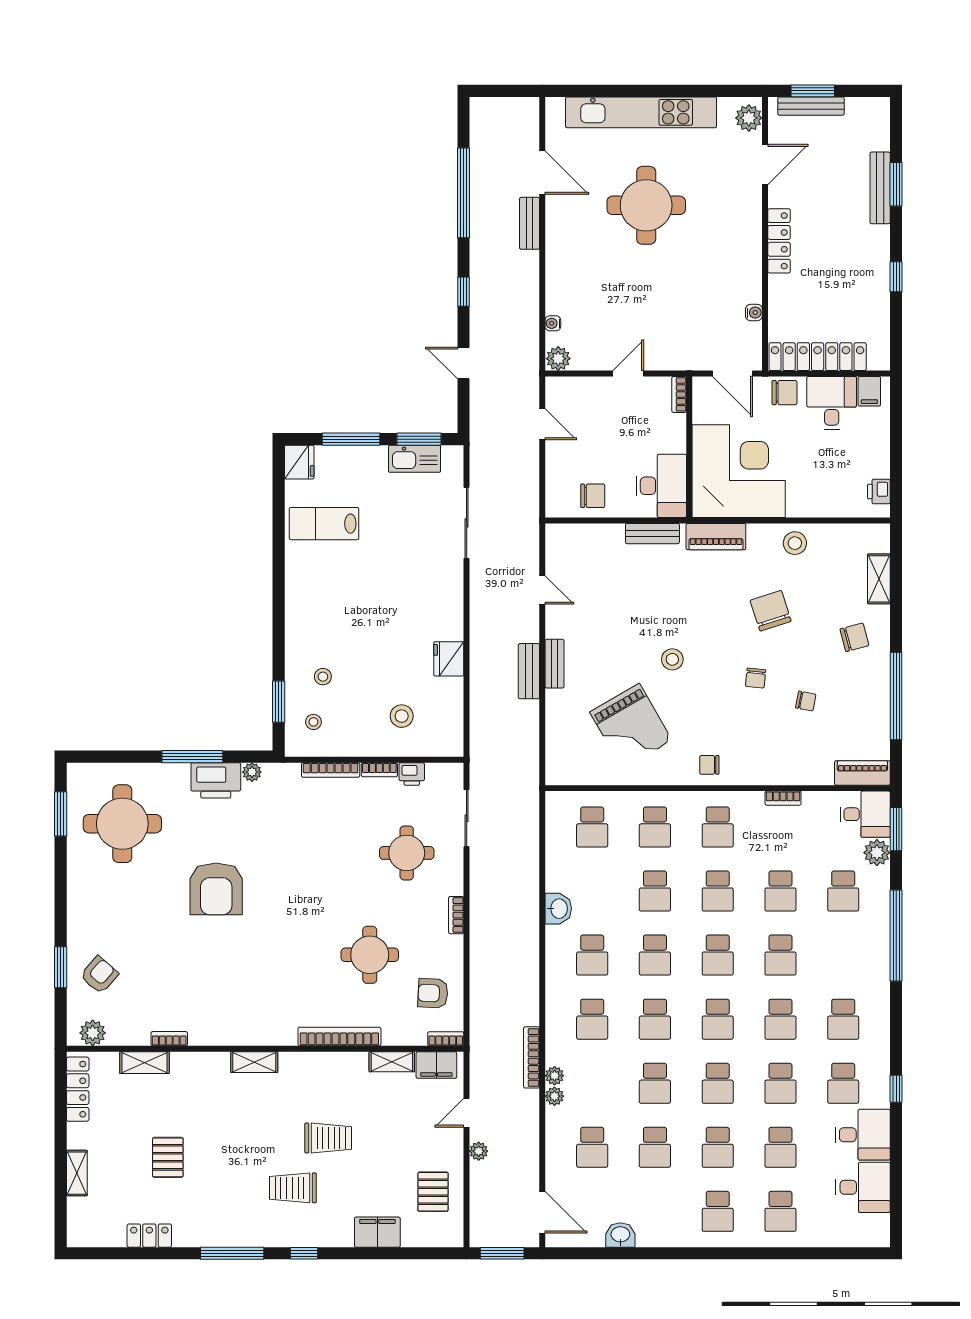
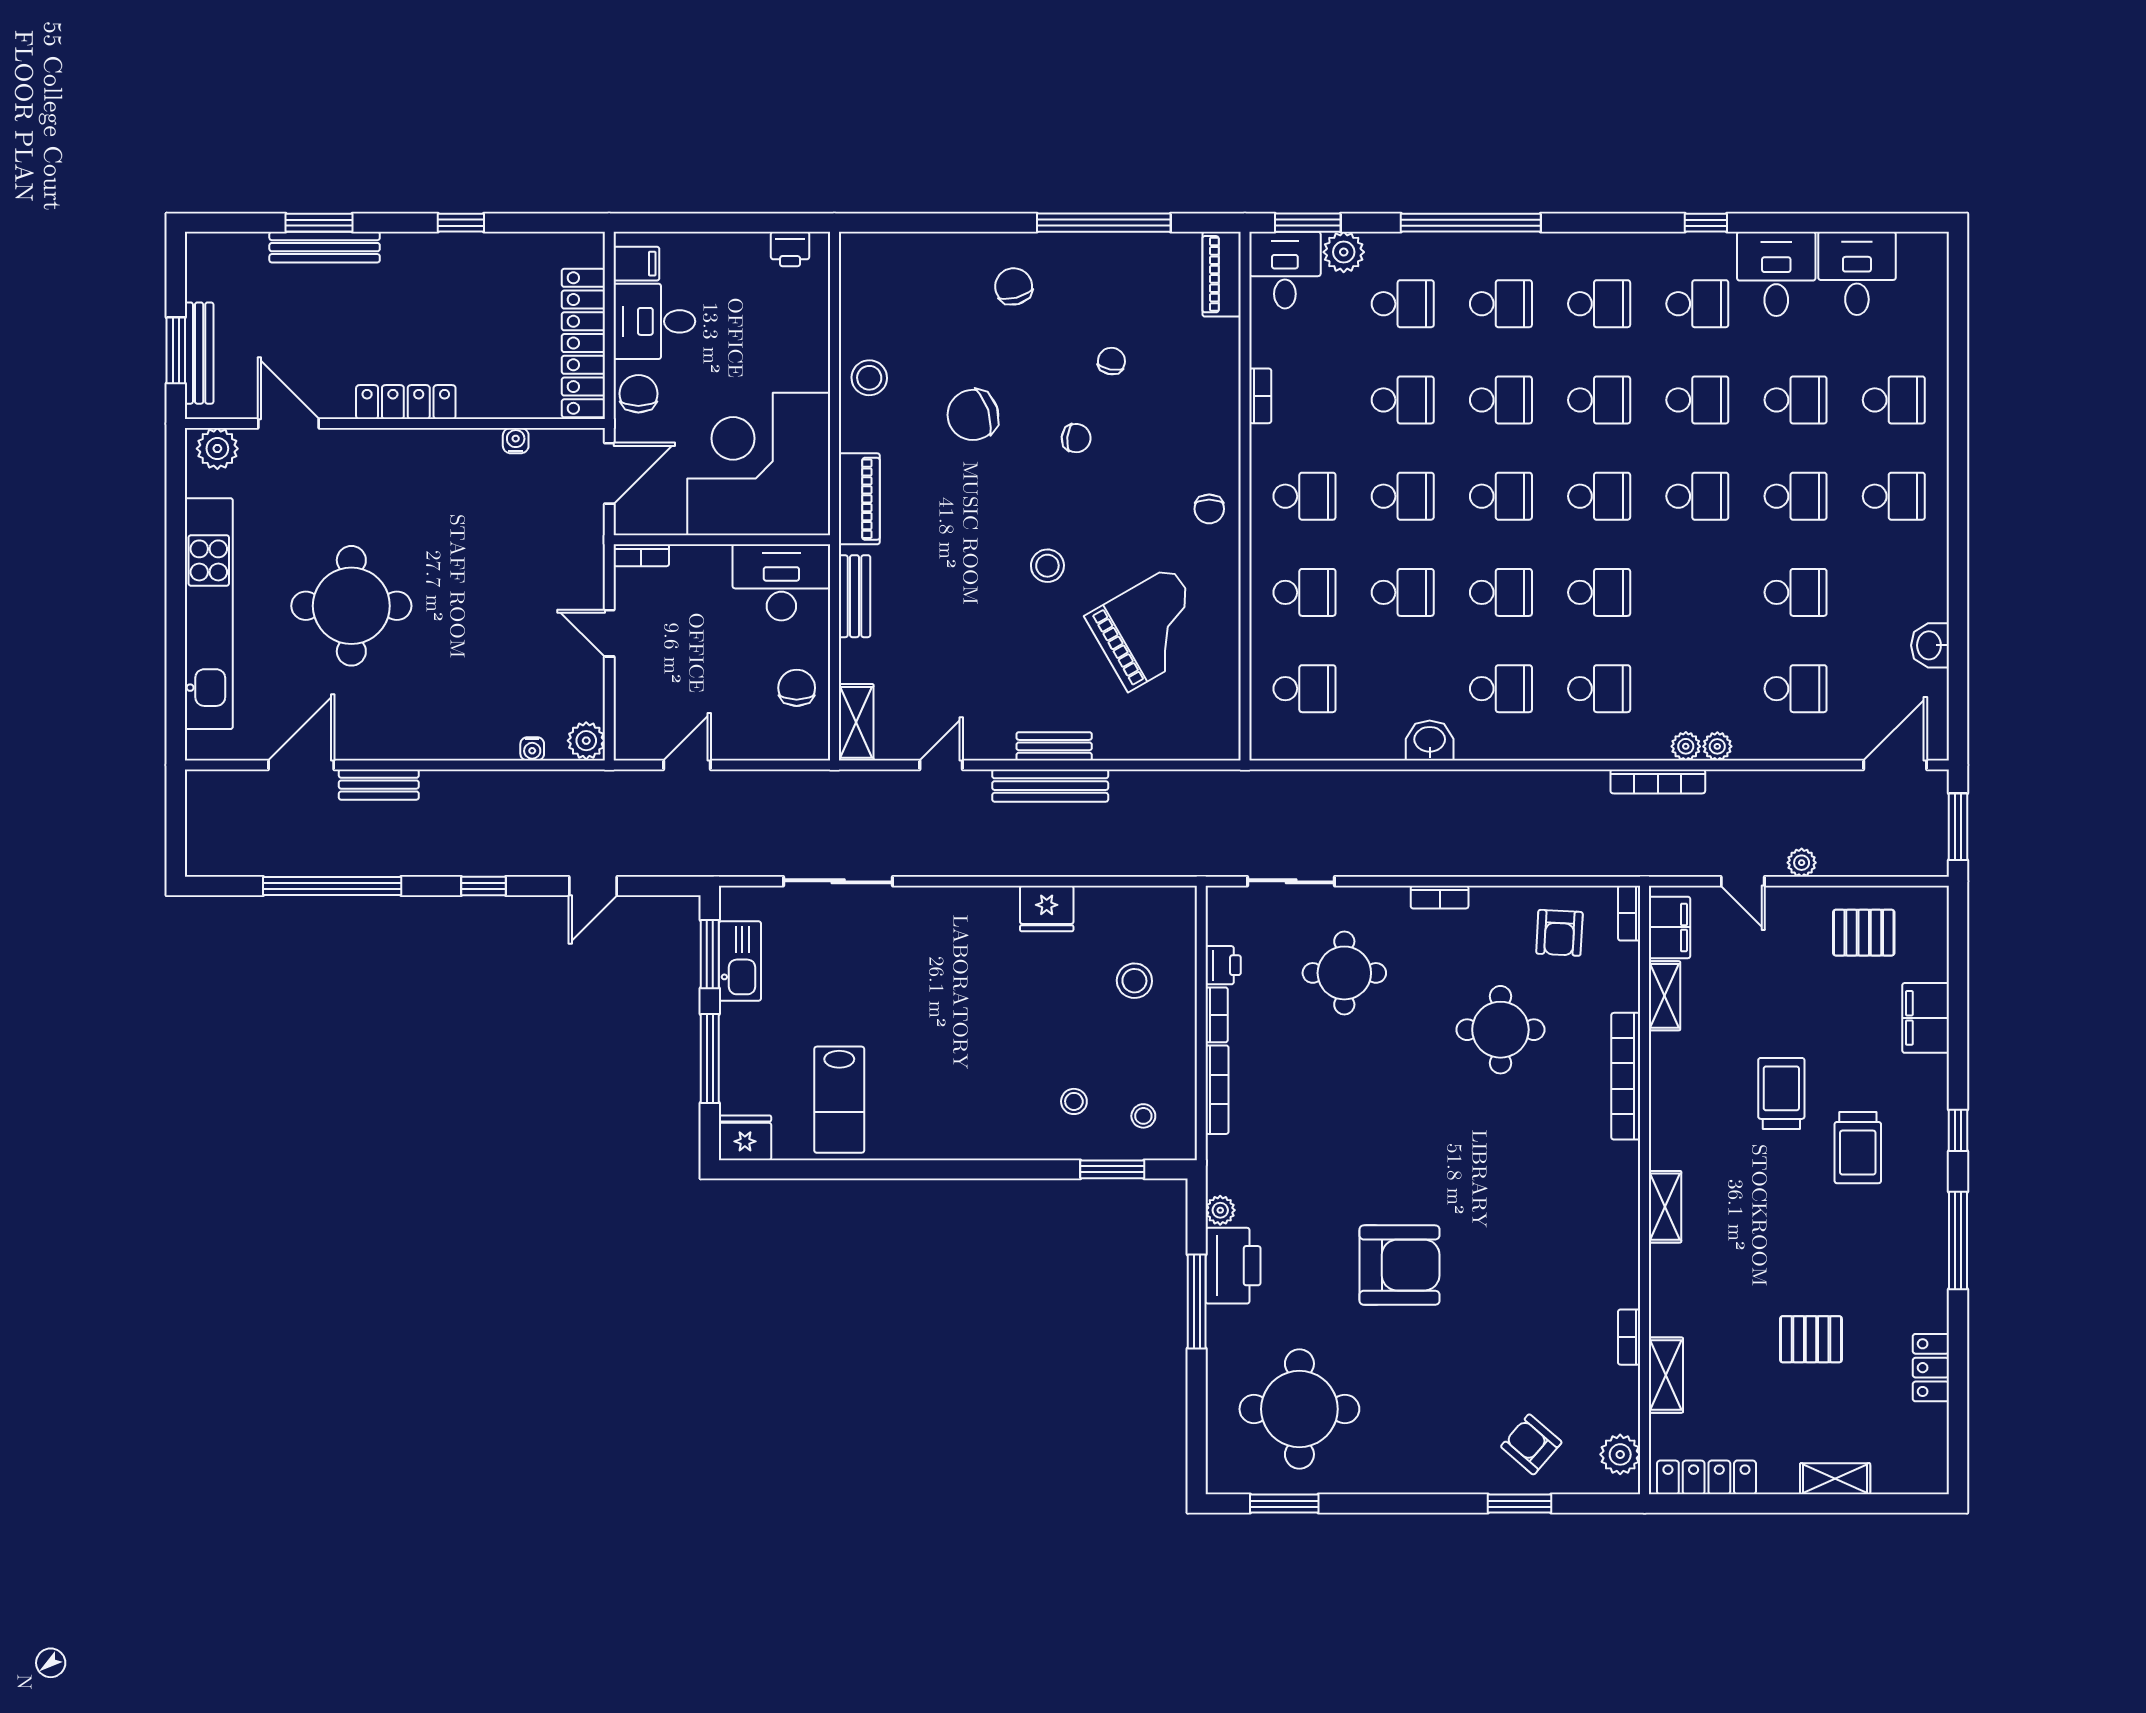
shelving: (879, 579) -> (856, 722), moved, turned 90
bench: (529, 671) -> (1050, 786), width x1.36
school desk: (655, 1083) -> (1501, 304), moved

